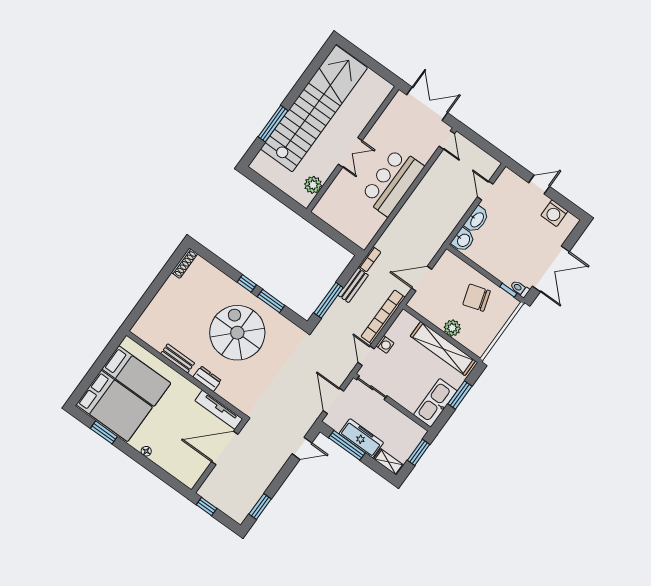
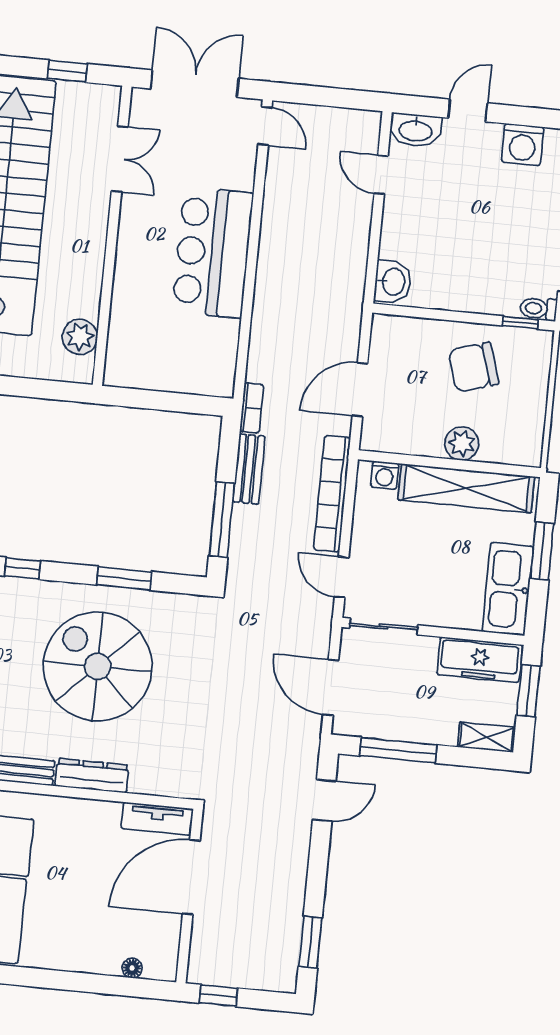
window: (375, 66) -> (67, 71), added
double door: (350, 152) -> (120, 159), moved
washbasin: (477, 220) -> (416, 130), moved, turned 90
window: (247, 283) -> (22, 568), moved
washing machine: (385, 344) -> (385, 475), moved, turned 90
dresser: (207, 379) -> (92, 776), width x1.44
tv unit: (219, 410) -> (157, 819), width x0.71
freezer: (361, 438) -> (480, 660), moved, turned 180
floor lamp: (146, 451) -> (132, 968), moved

